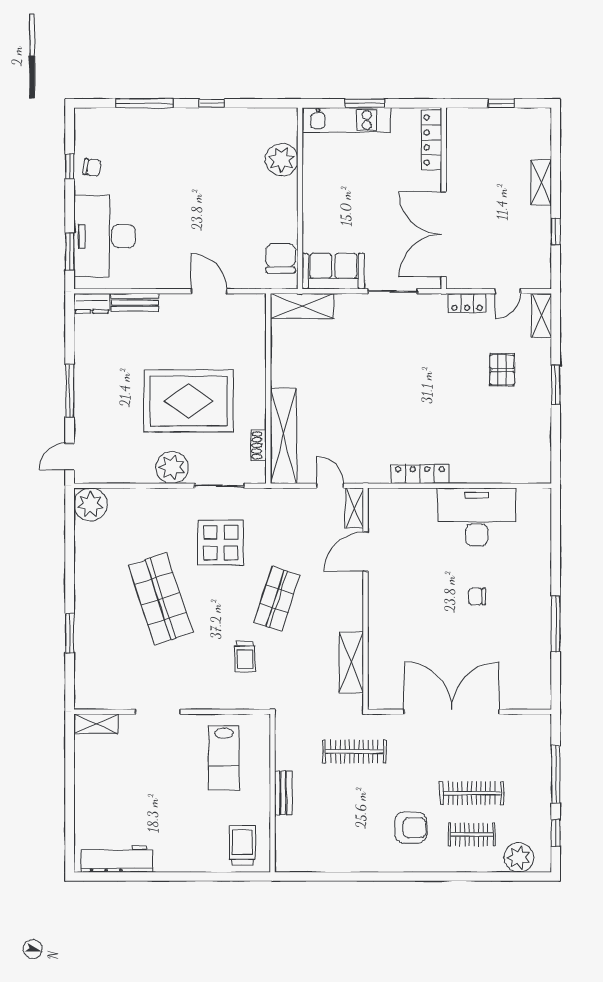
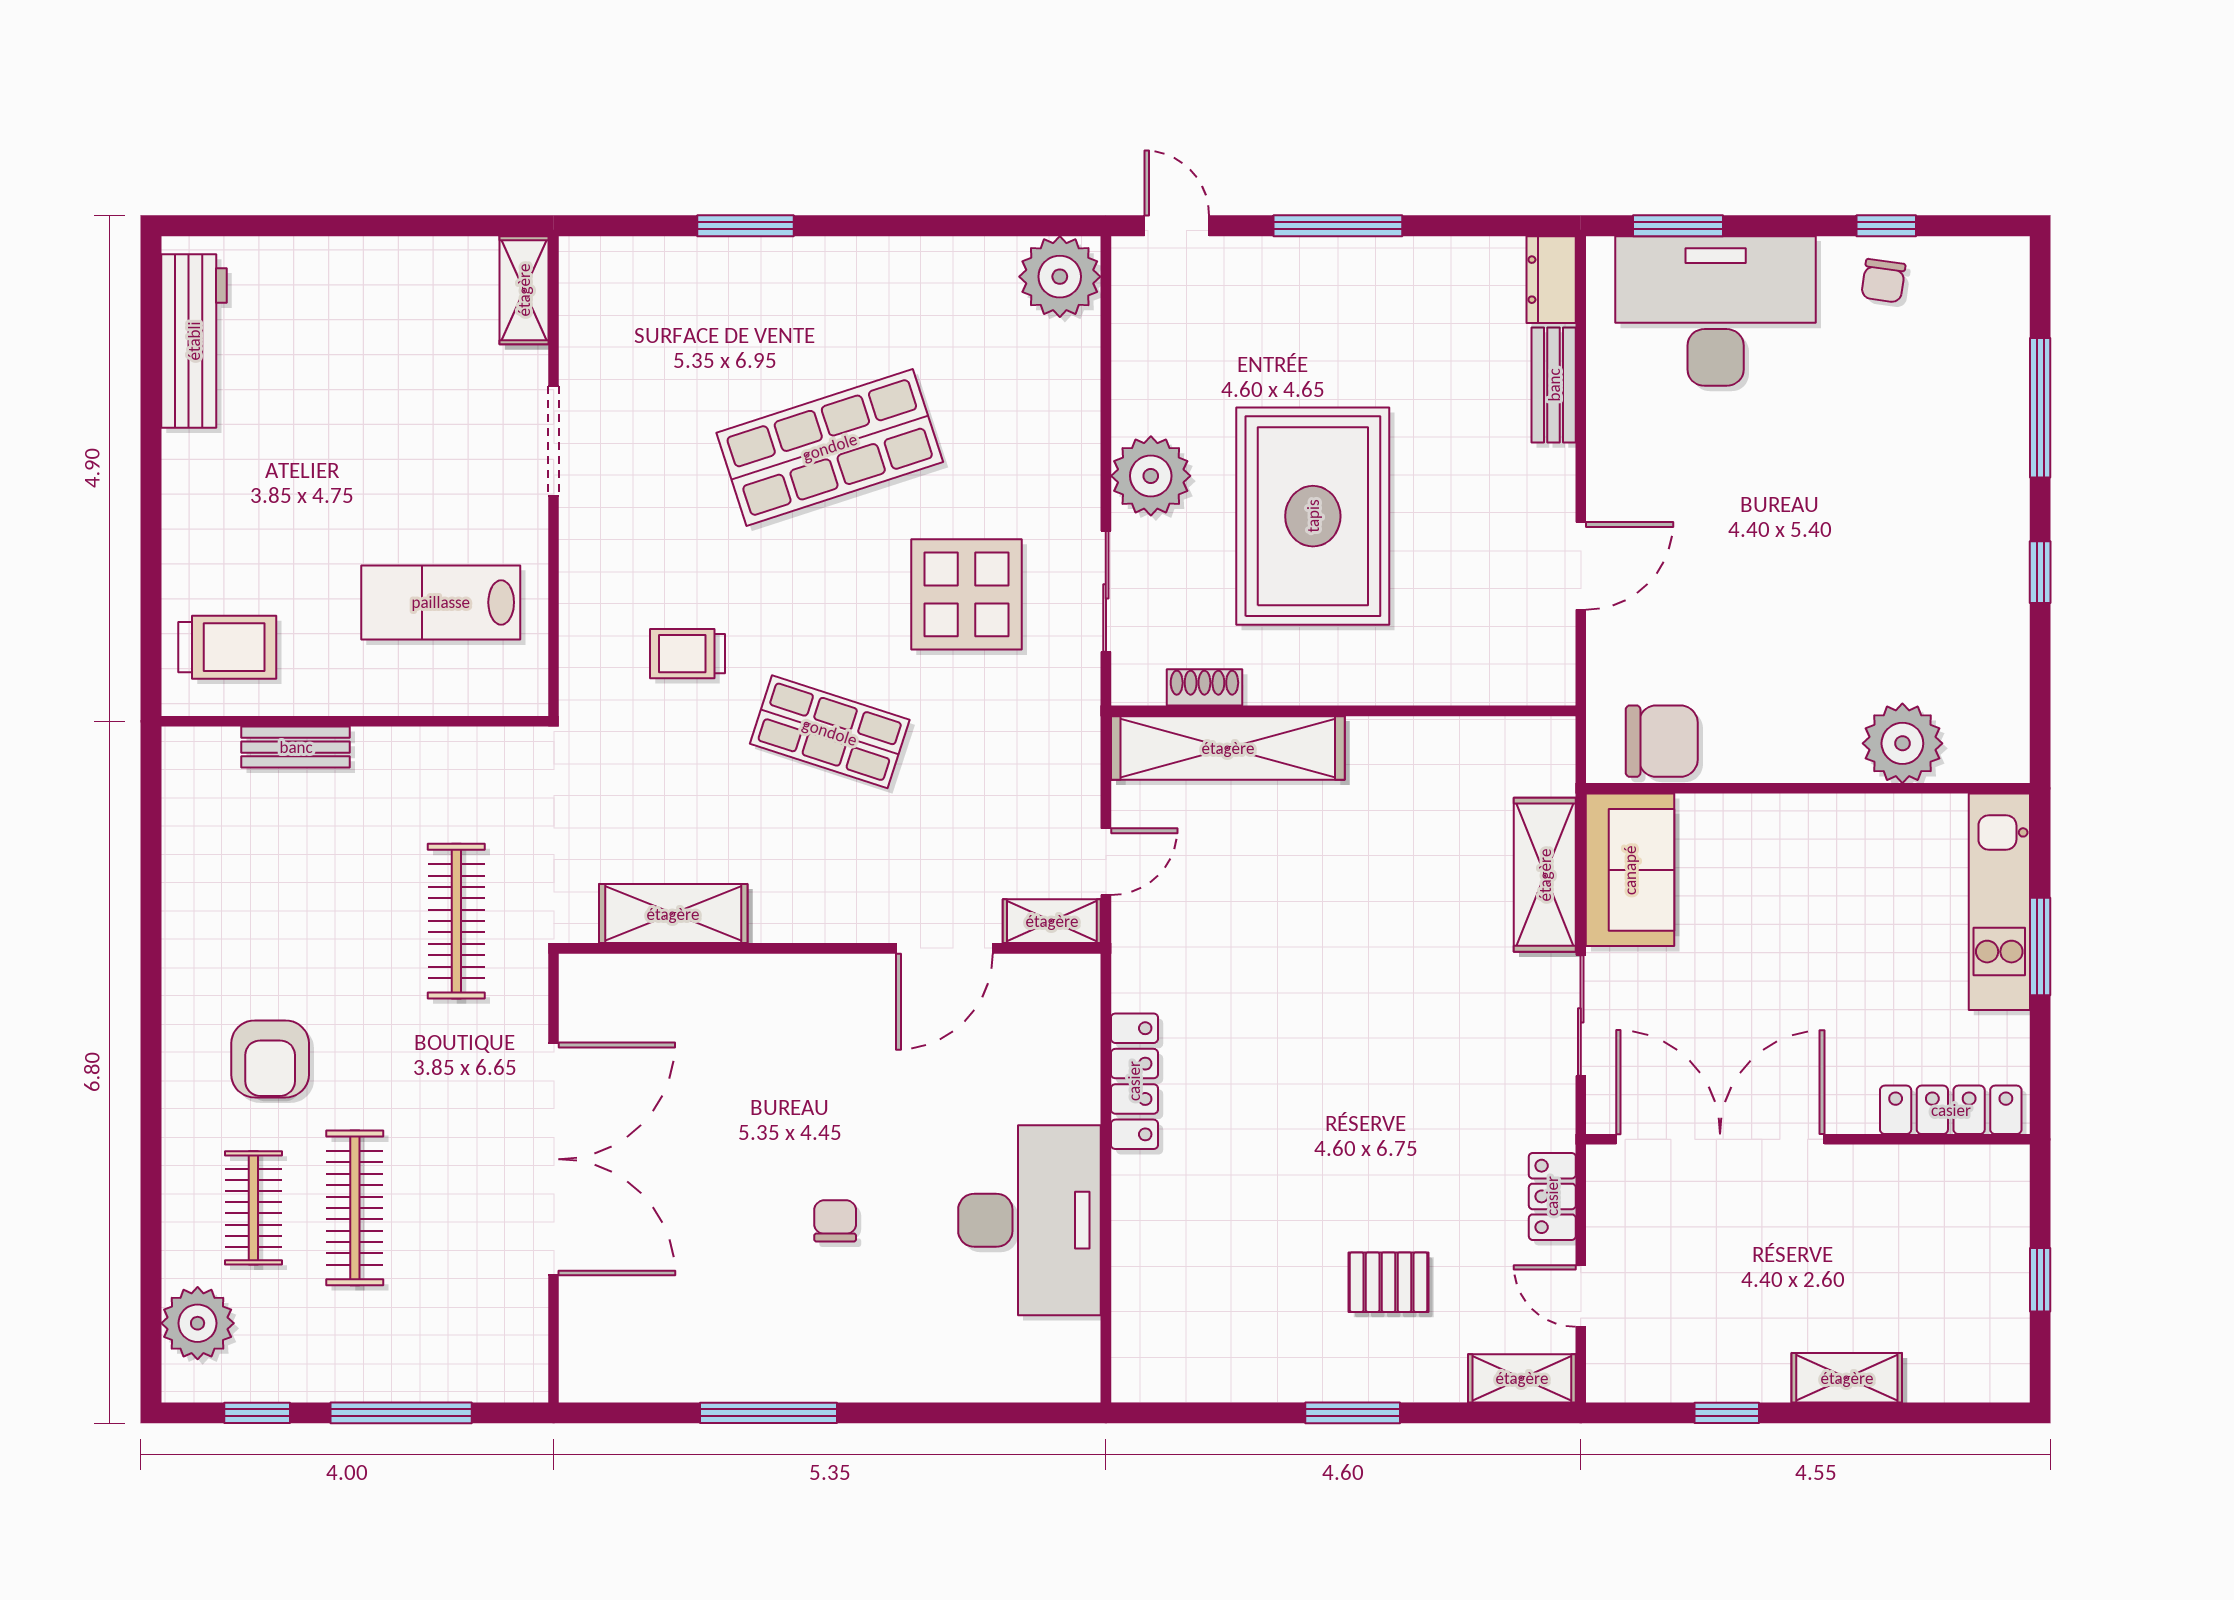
shelving: (302, 306) -> (1545, 875), moved
door: (365, 552) -> (944, 948), swing flipped
bench: (283, 793) -> (296, 747), moved

